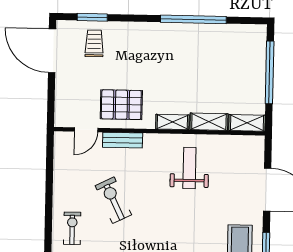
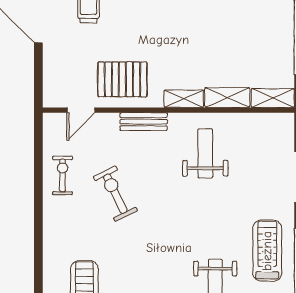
bench: (123, 140) -> (144, 122), moved
exercise bike: (72, 228) -> (63, 175), moved

